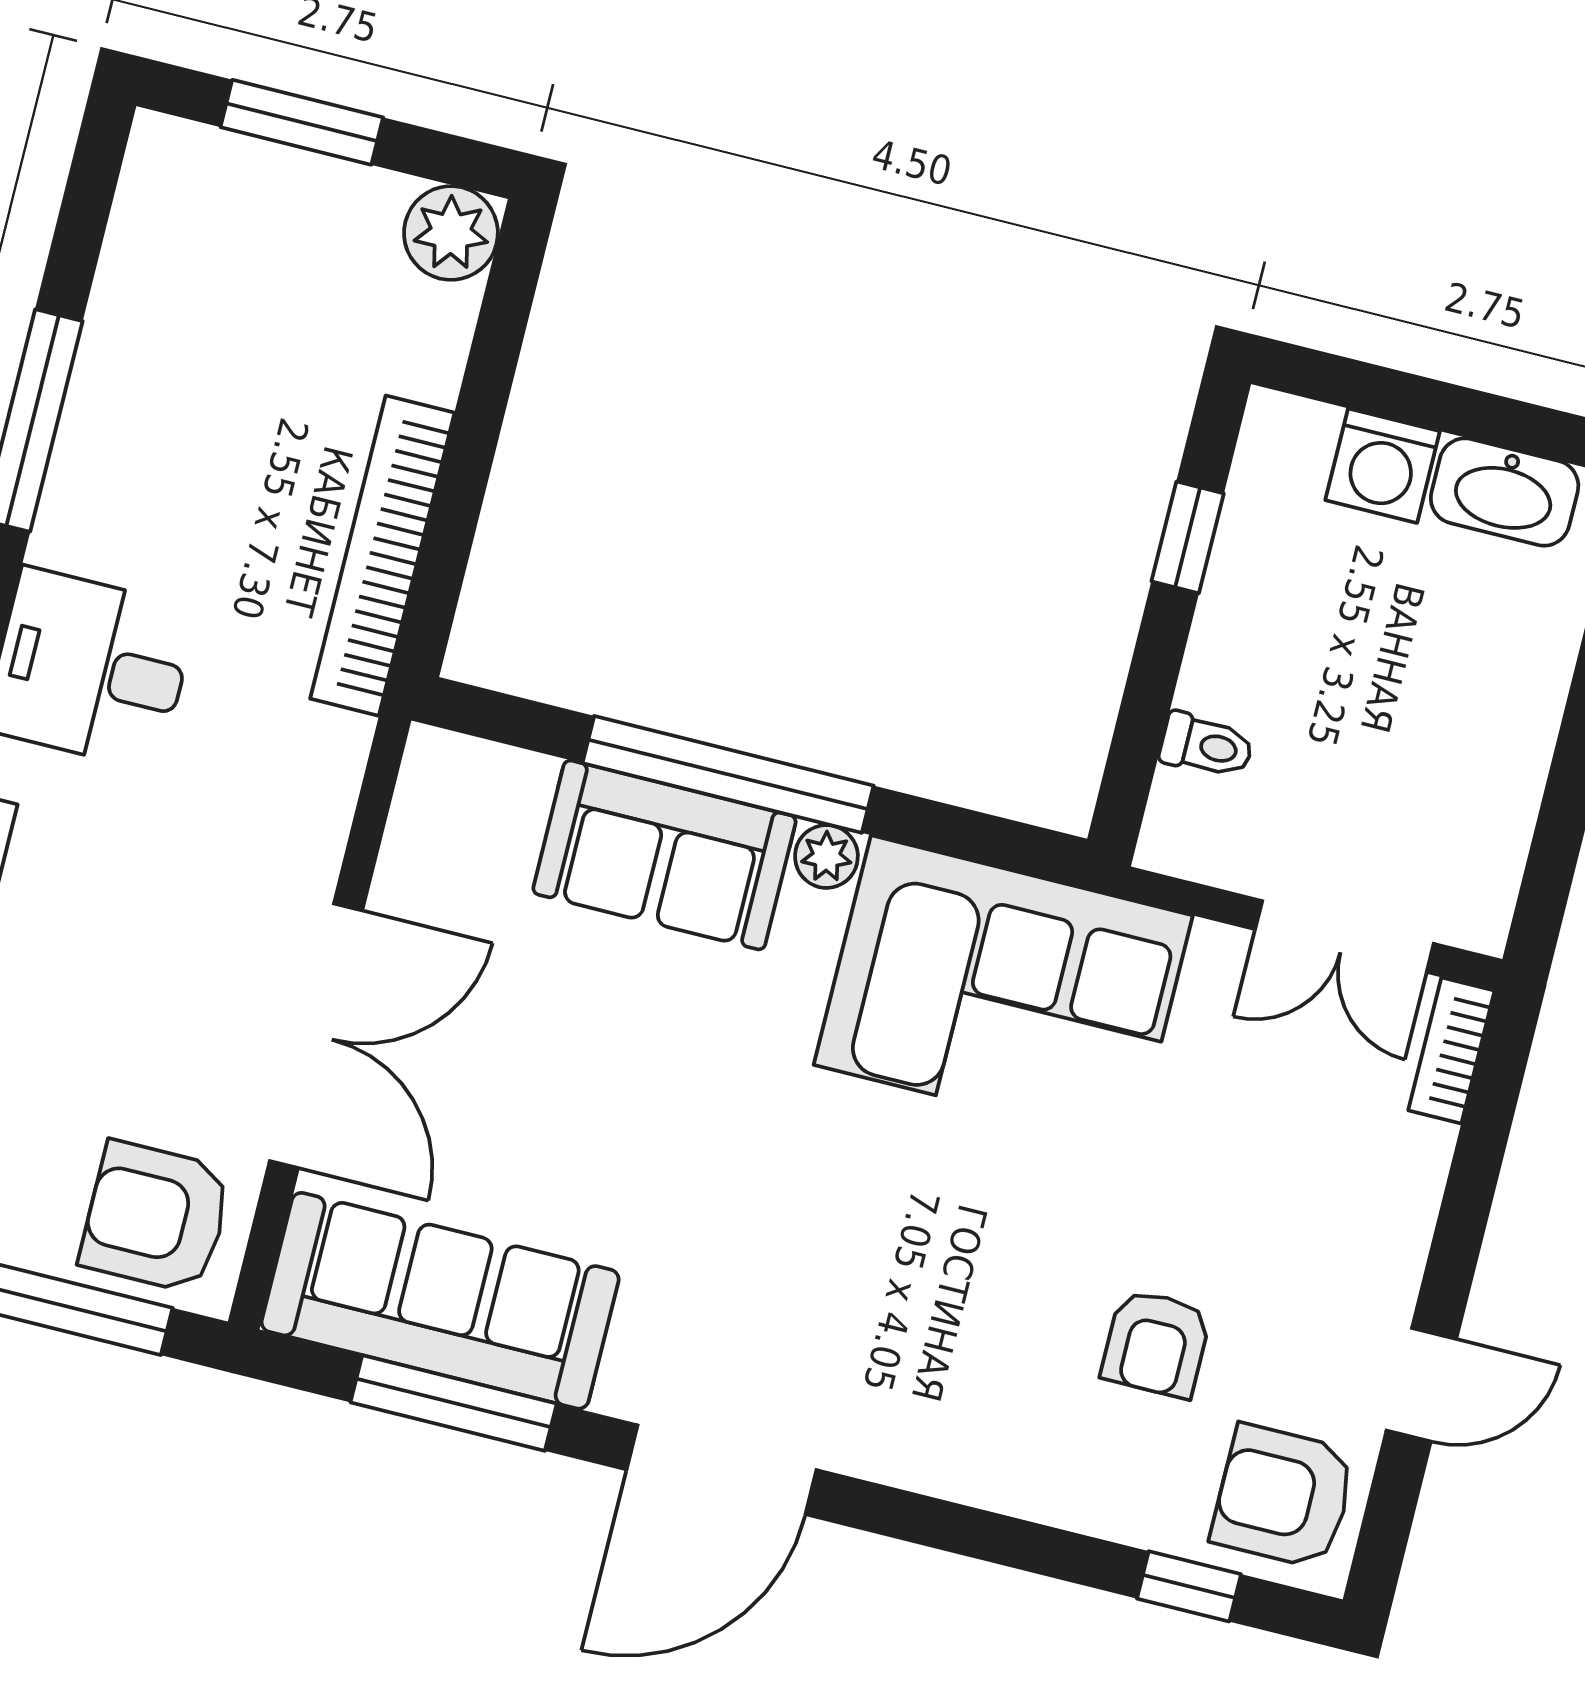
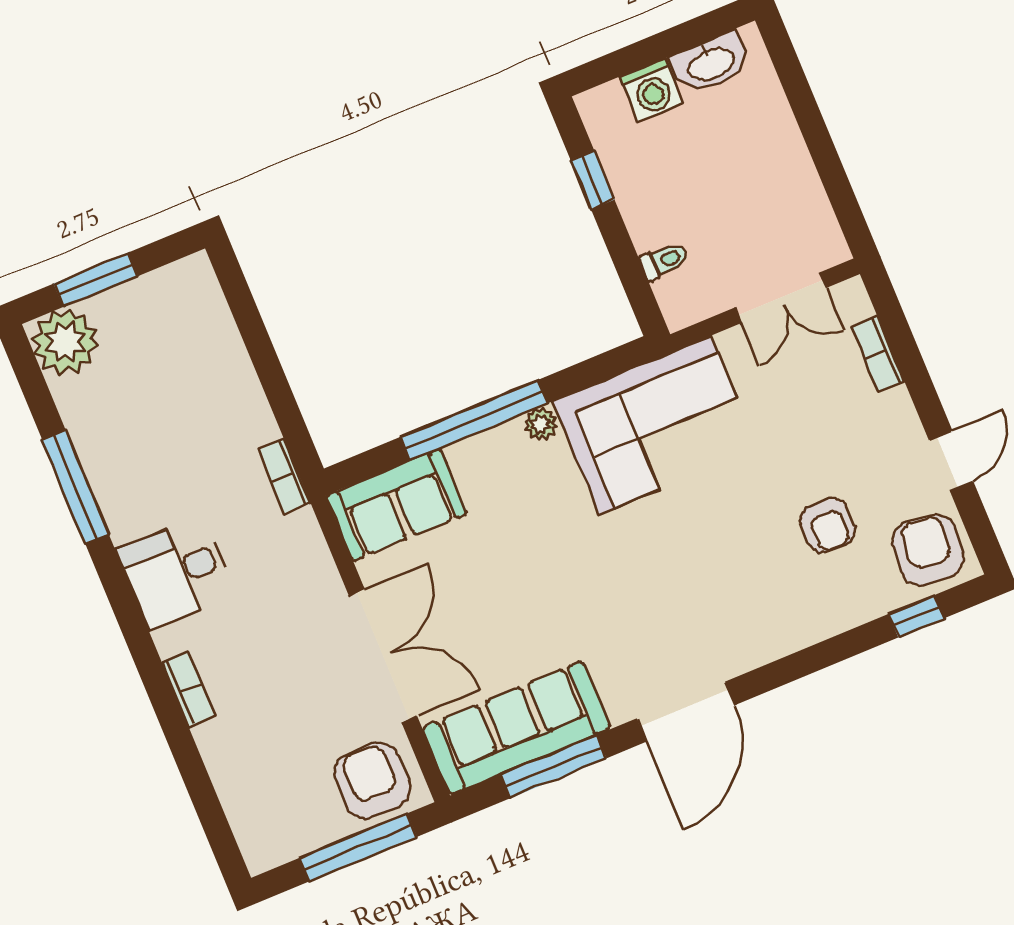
plant: (451, 233) -> (65, 342), moved, width x1.36, depth x1.36
bookcase: (382, 556) -> (284, 476), width x0.43, depth x0.76
sofa: (664, 855) -> (397, 505), moved
bookcase: (1451, 1051) -> (878, 354), moved
armchair: (156, 1217) -> (372, 781), turned 90
armchair: (1283, 1497) -> (928, 550), turned 95

